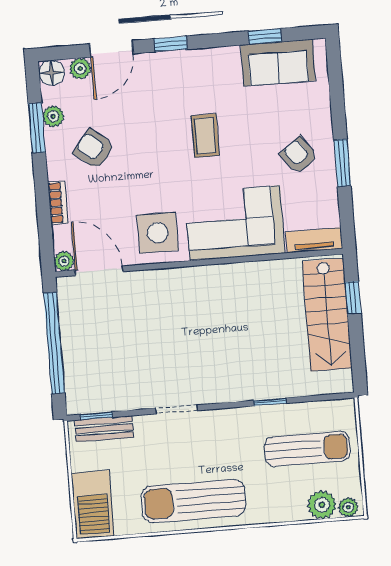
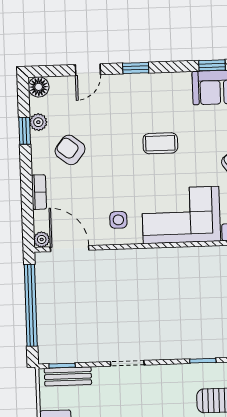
door: (111, 49) -> (88, 70), width x0.73
plant: (80, 69) -> (62, 85), removed
window: (37, 128) -> (25, 131), width x0.67
coffee table: (205, 136) -> (160, 143), turned 90
side table: (158, 233) -> (118, 220), width x0.54, depth x0.54

